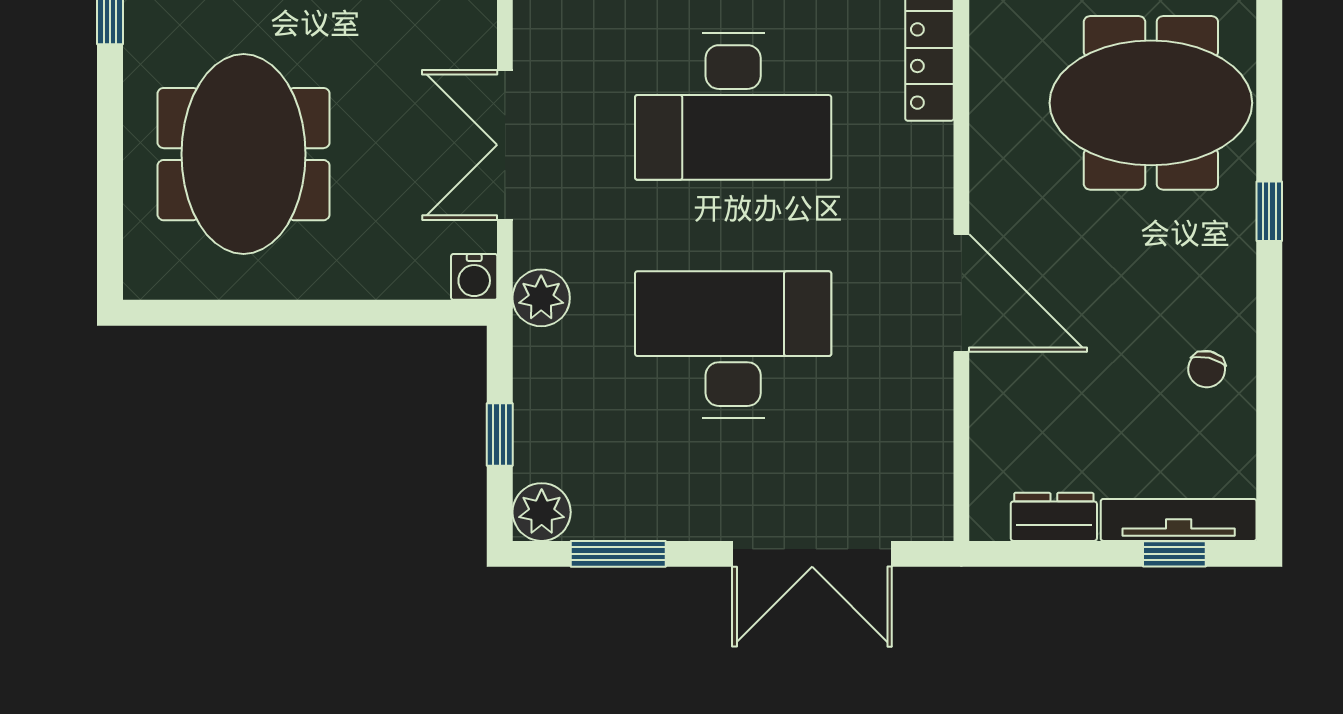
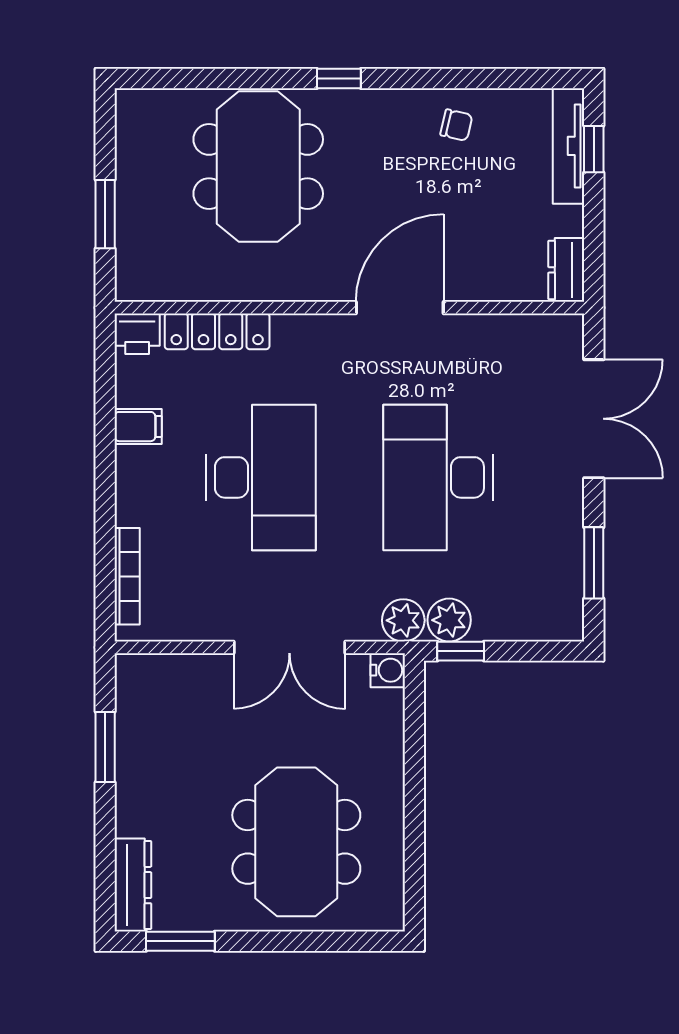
meeting table: (244, 154) -> (296, 842), turned 90
window: (500, 434) -> (461, 651), moved
plant: (542, 512) -> (449, 620), moved
dresser: (1054, 517) -> (566, 270), moved

